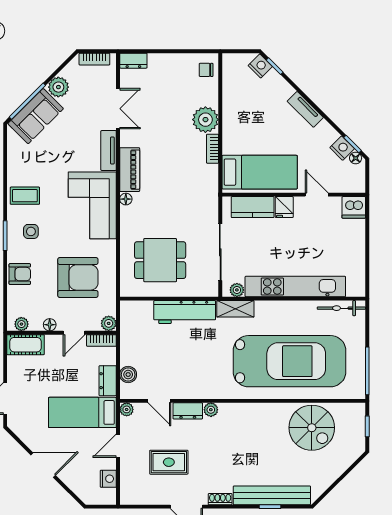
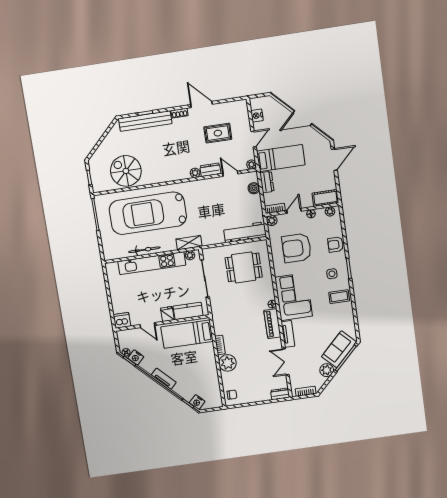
bicycle: (341, 308) -> (144, 250), moved
workbench: (185, 312) -> (245, 232), moved

